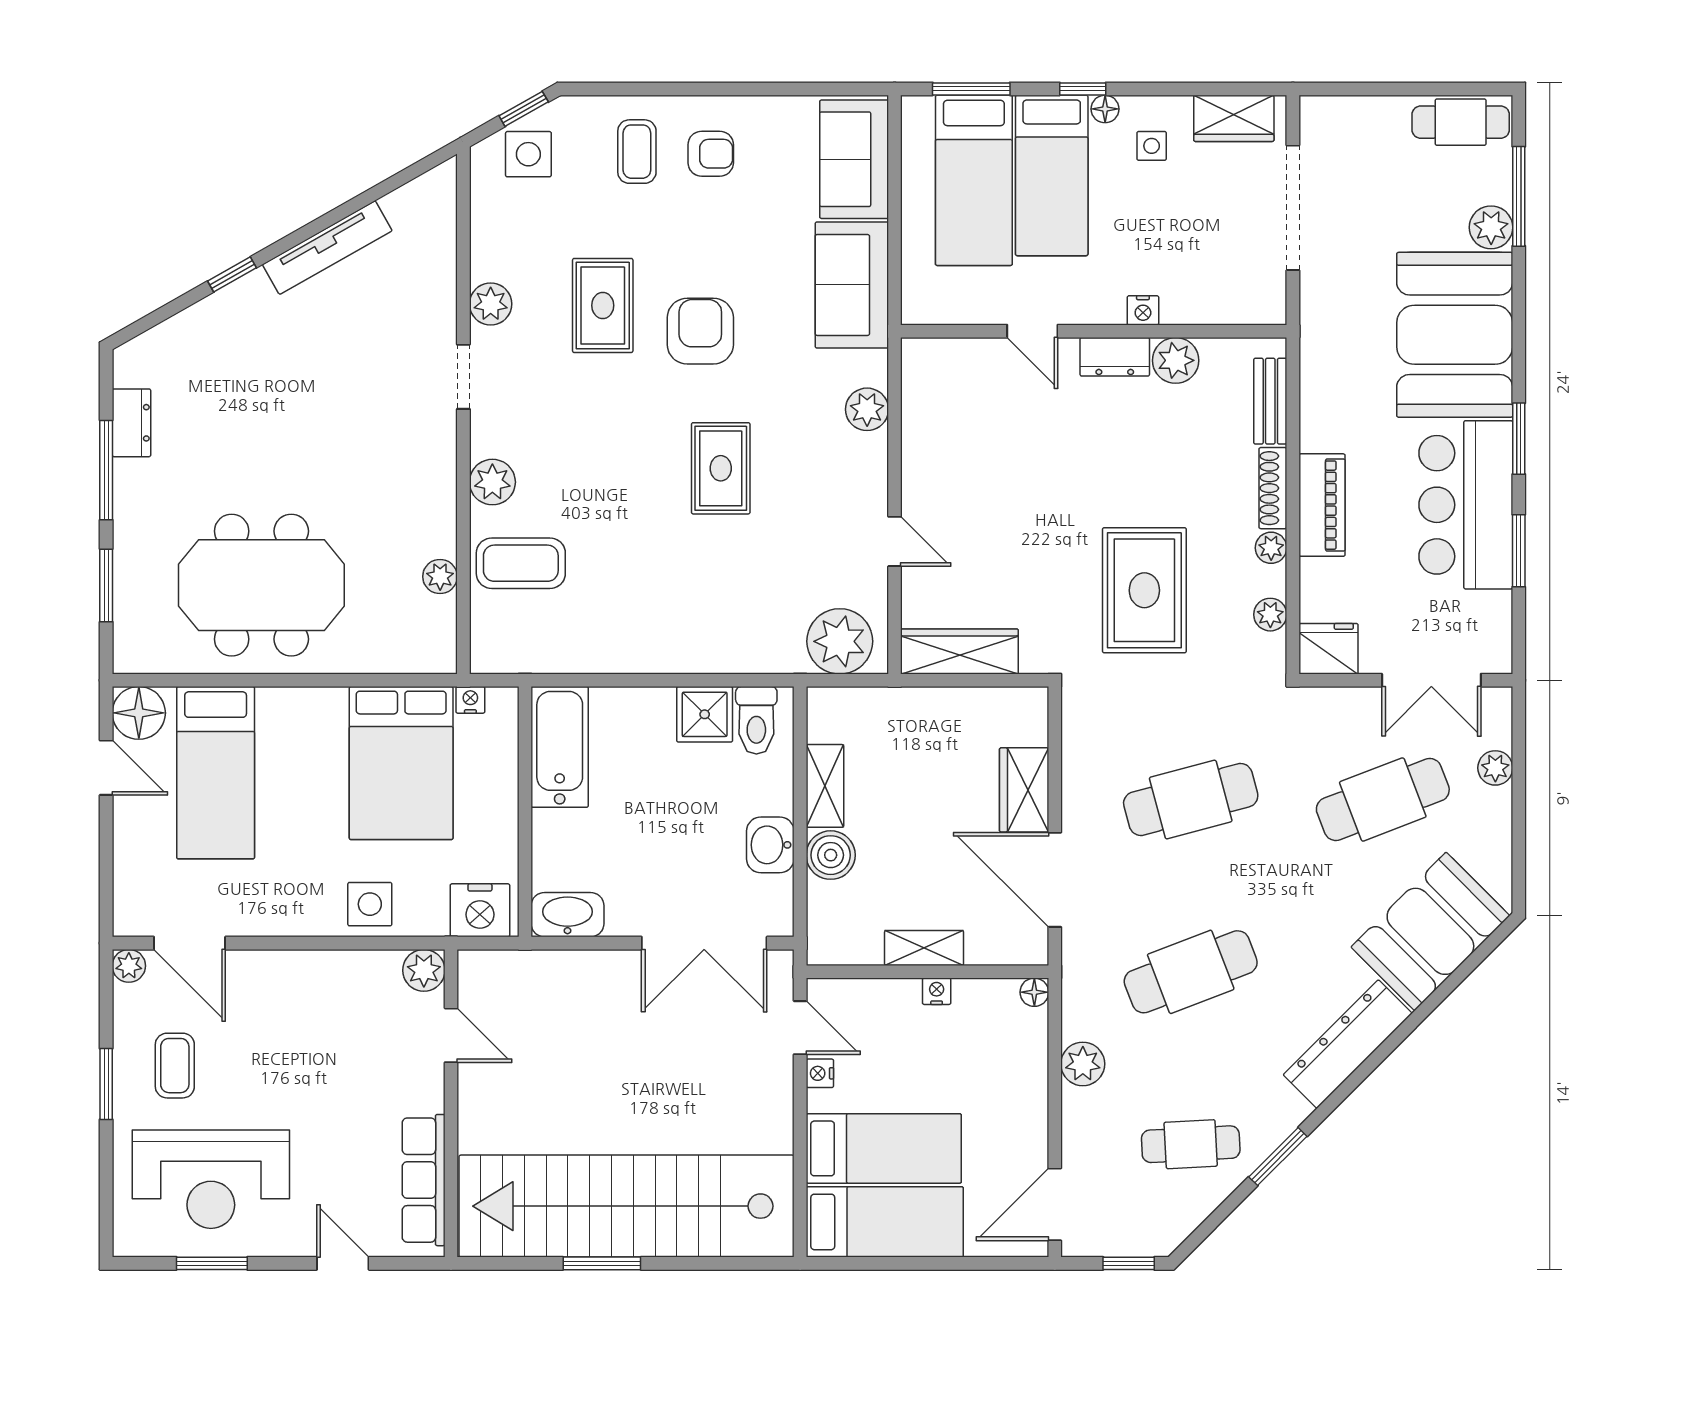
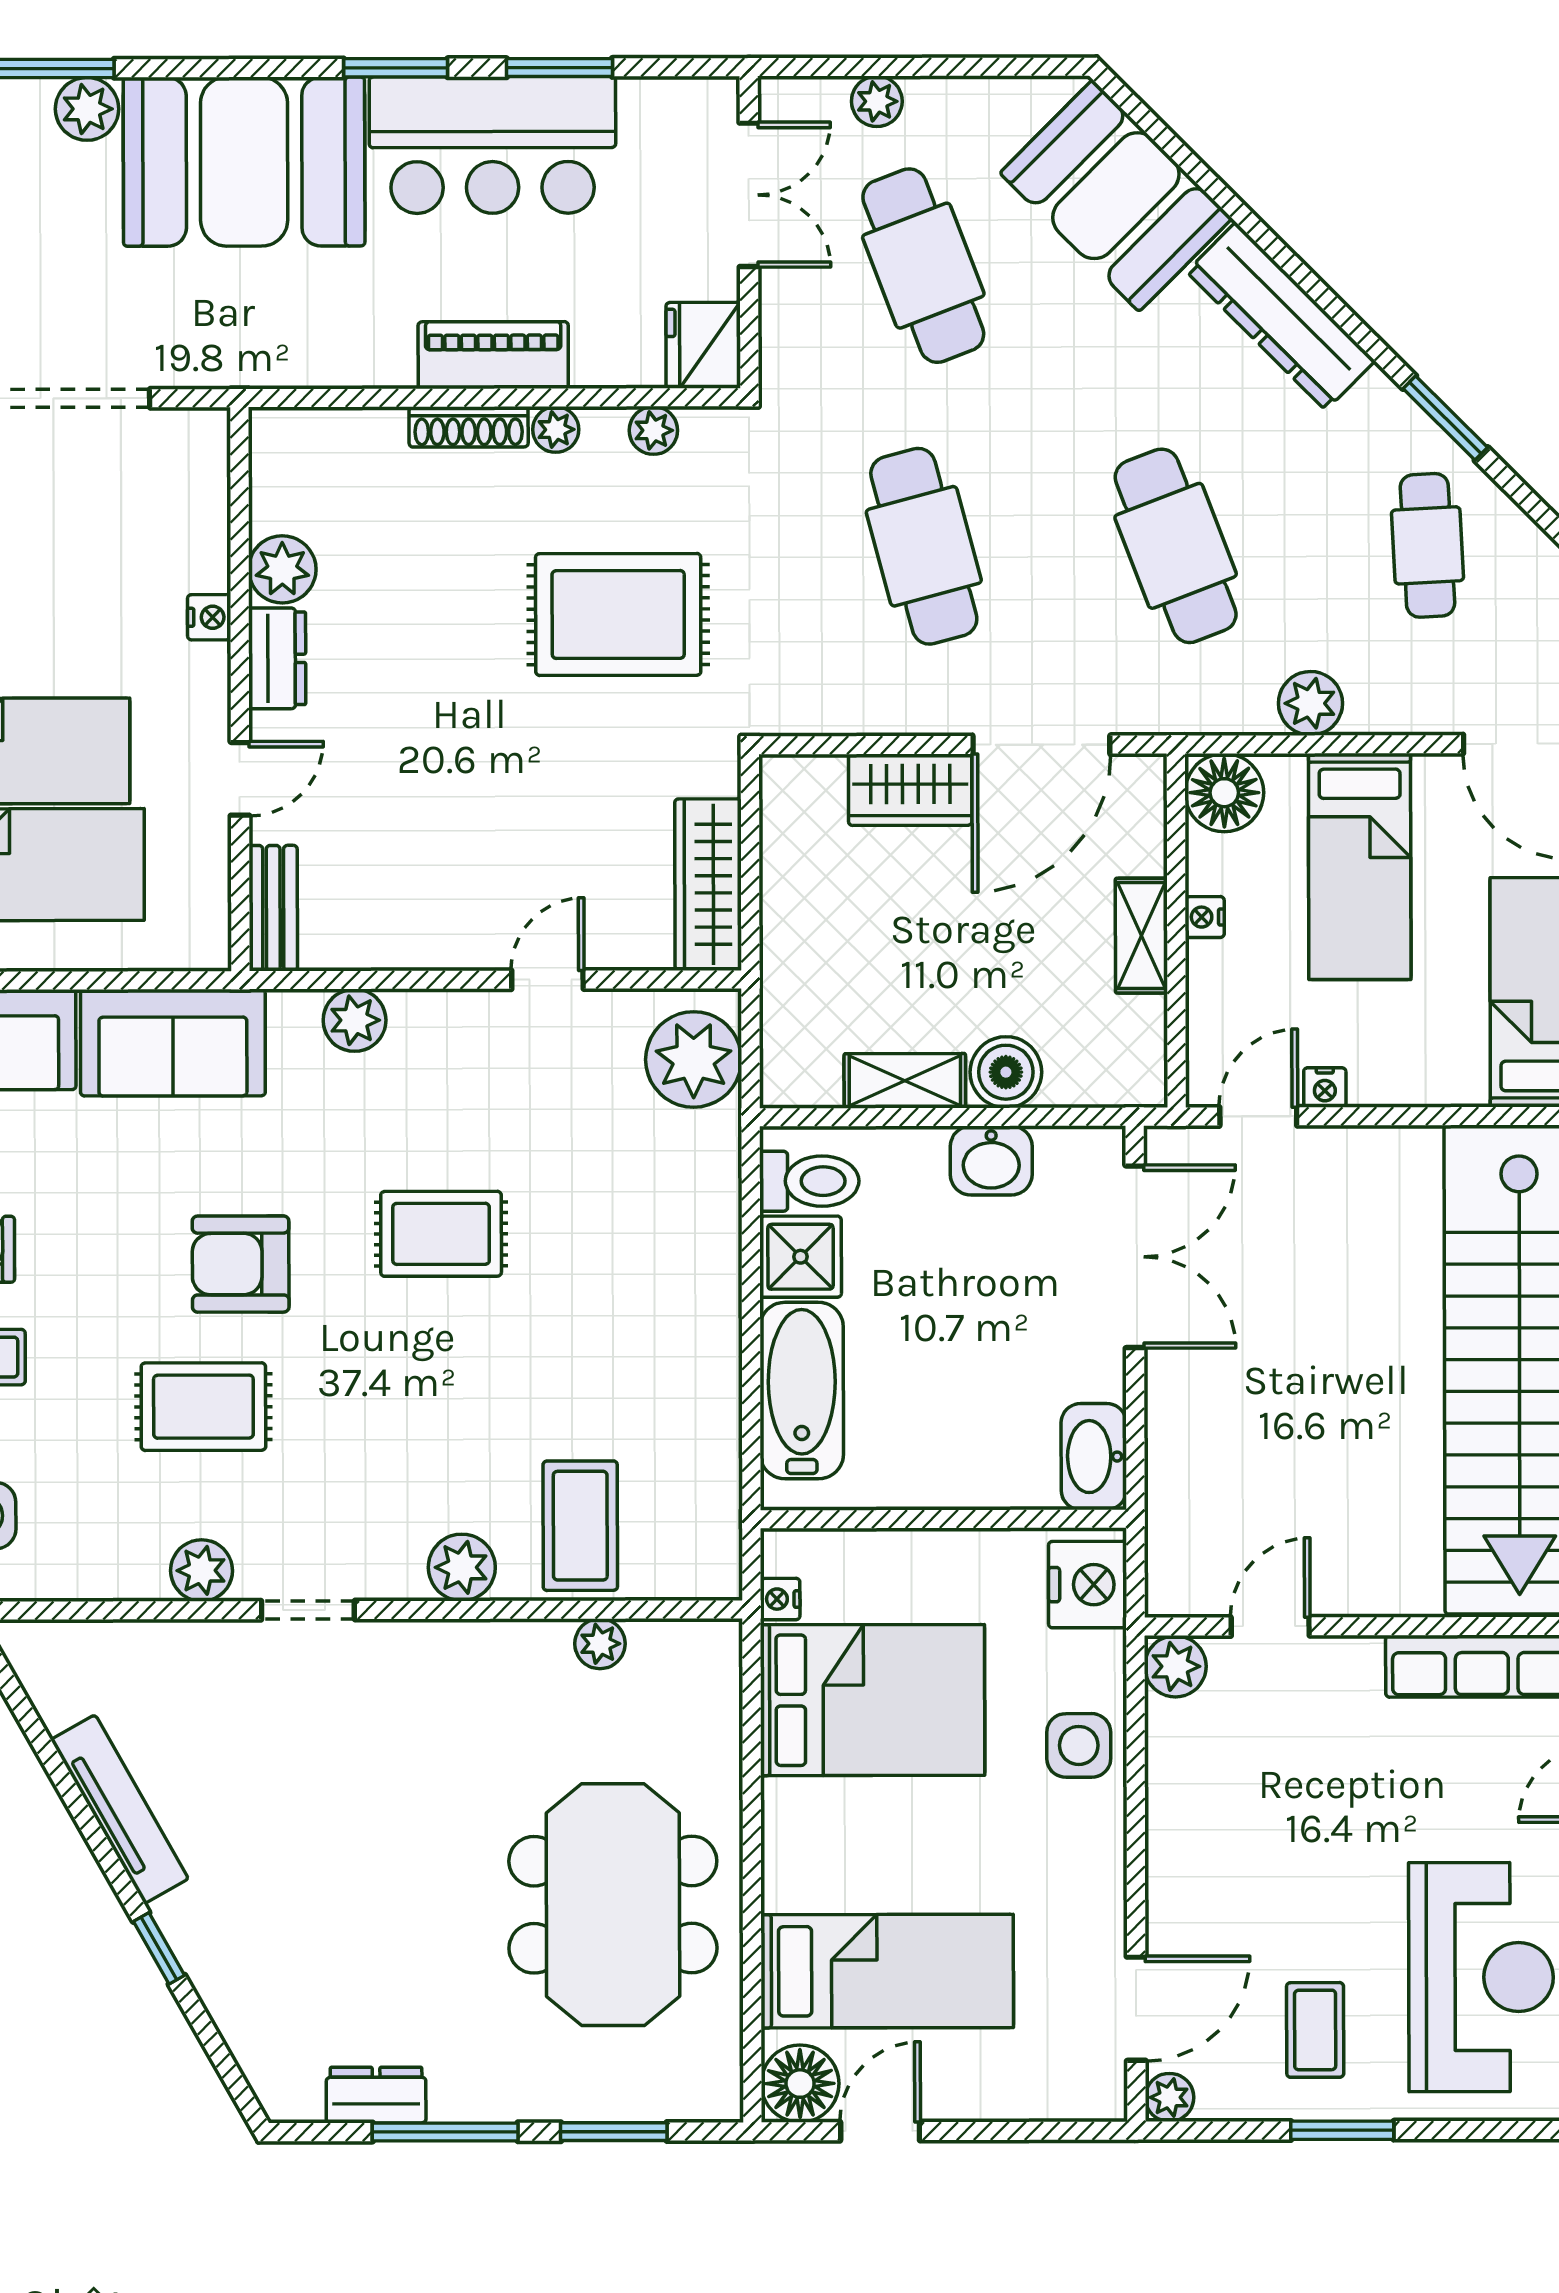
bench: (1270, 401) -> (273, 908), moved, turned 90
bathtub: (560, 747) -> (802, 1391), moved, turned 90
floor lamp: (1034, 992) -> (1224, 793), width x1.89, depth x1.89
coffee table: (175, 1066) -> (1315, 2030), turned 90
bed: (884, 1148) -> (1360, 866), moved, turned 180

